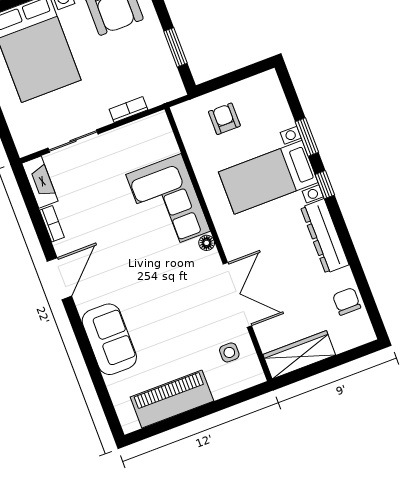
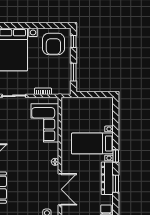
armchair: (224, 119) -> (83, 111), removed
window: (307, 137) -> (116, 184), moved
corner sofa: (168, 203) -> (45, 123), moved

